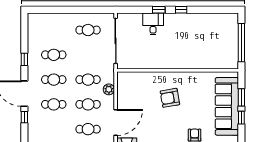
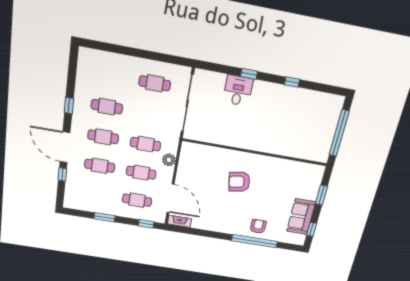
window: (181, 10) -> (292, 82), moved
sofa: (227, 106) -> (301, 217), width x0.54, depth x0.79
window: (241, 118) -> (312, 229), moved
door: (116, 122) -> (170, 198), hinge flipped

